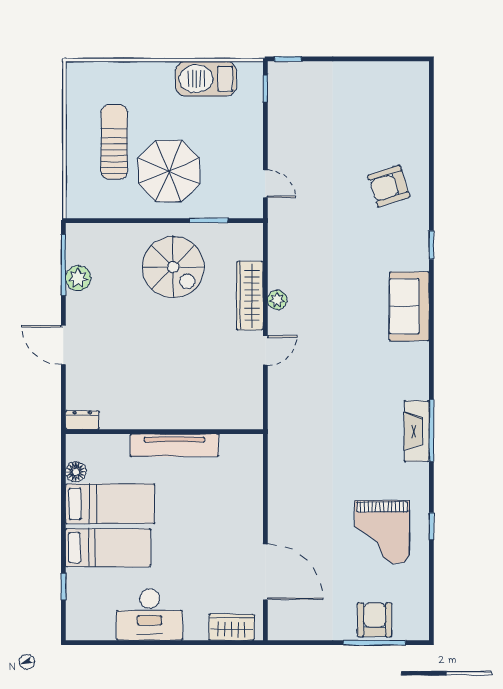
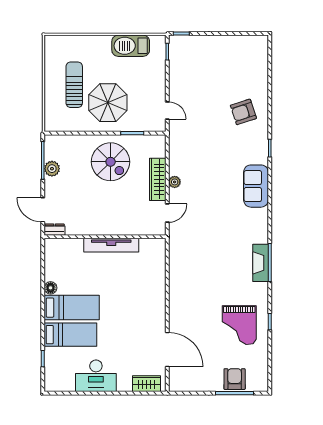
dresser: (82, 420) -> (55, 230), moved
wall: (164, 432) -> (105, 237), moved
tv unit: (174, 445) -> (111, 245), moved

